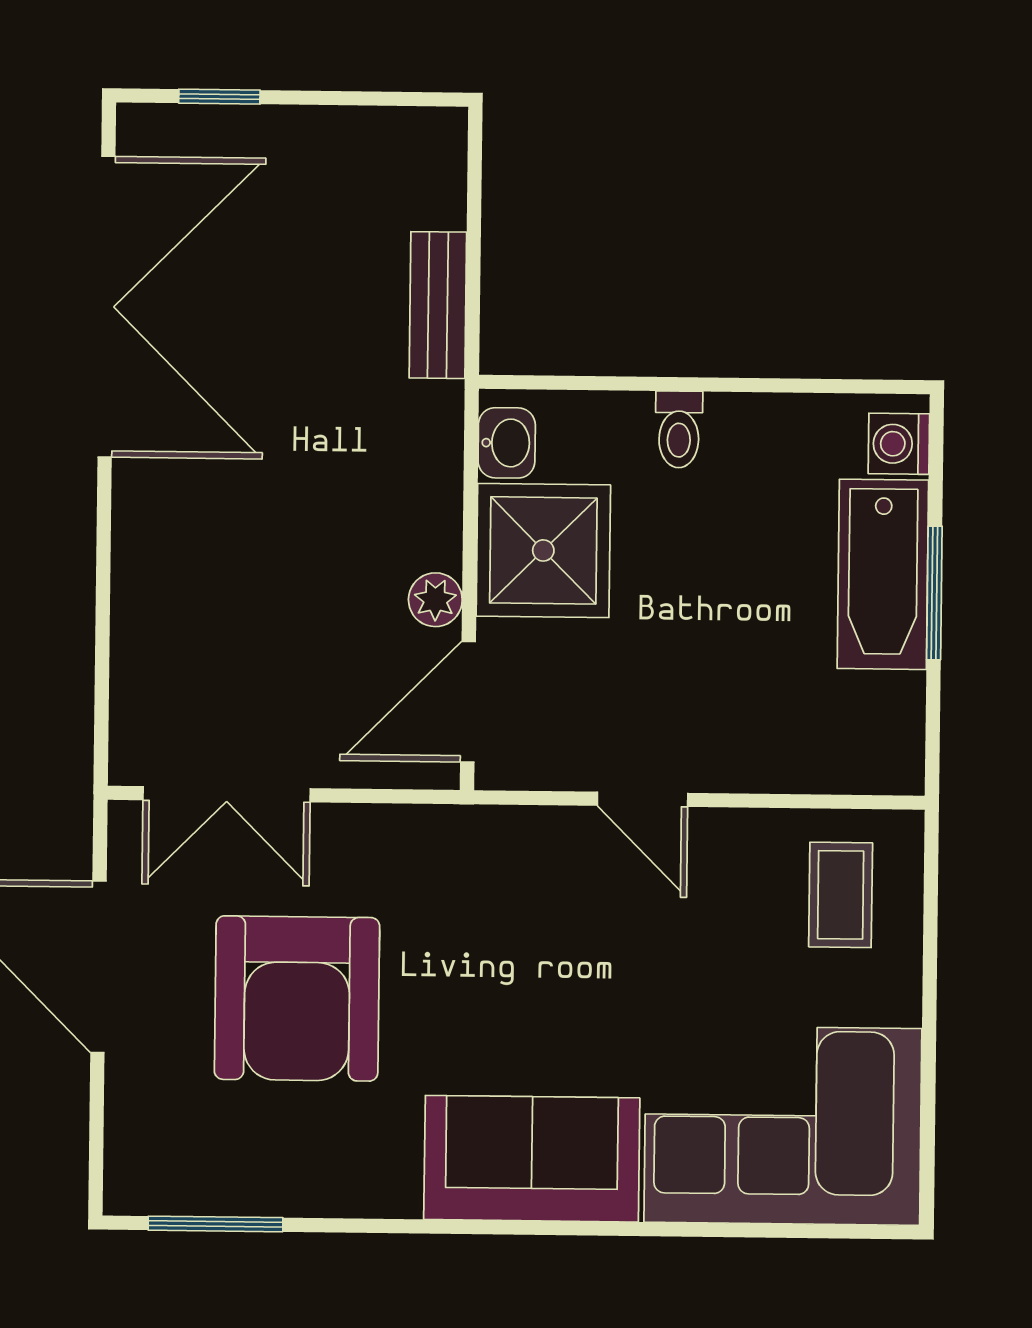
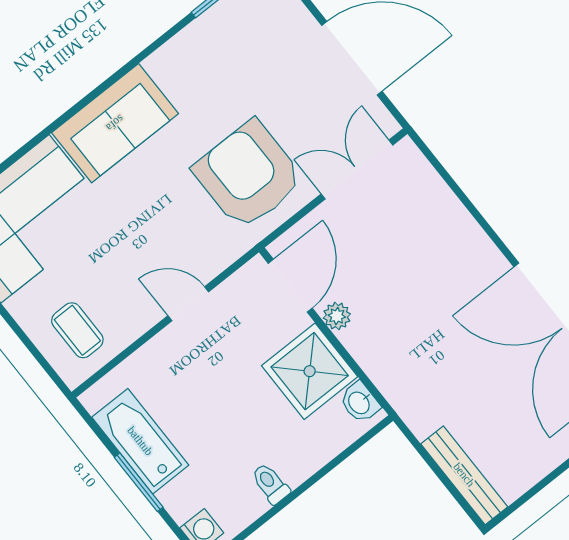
bench: (438, 305) -> (464, 475), moved, width x1.36
toilet: (679, 429) -> (270, 484), moved
bathtub: (883, 574) -> (140, 441), moved
armchair: (297, 998) -> (248, 175), moved

